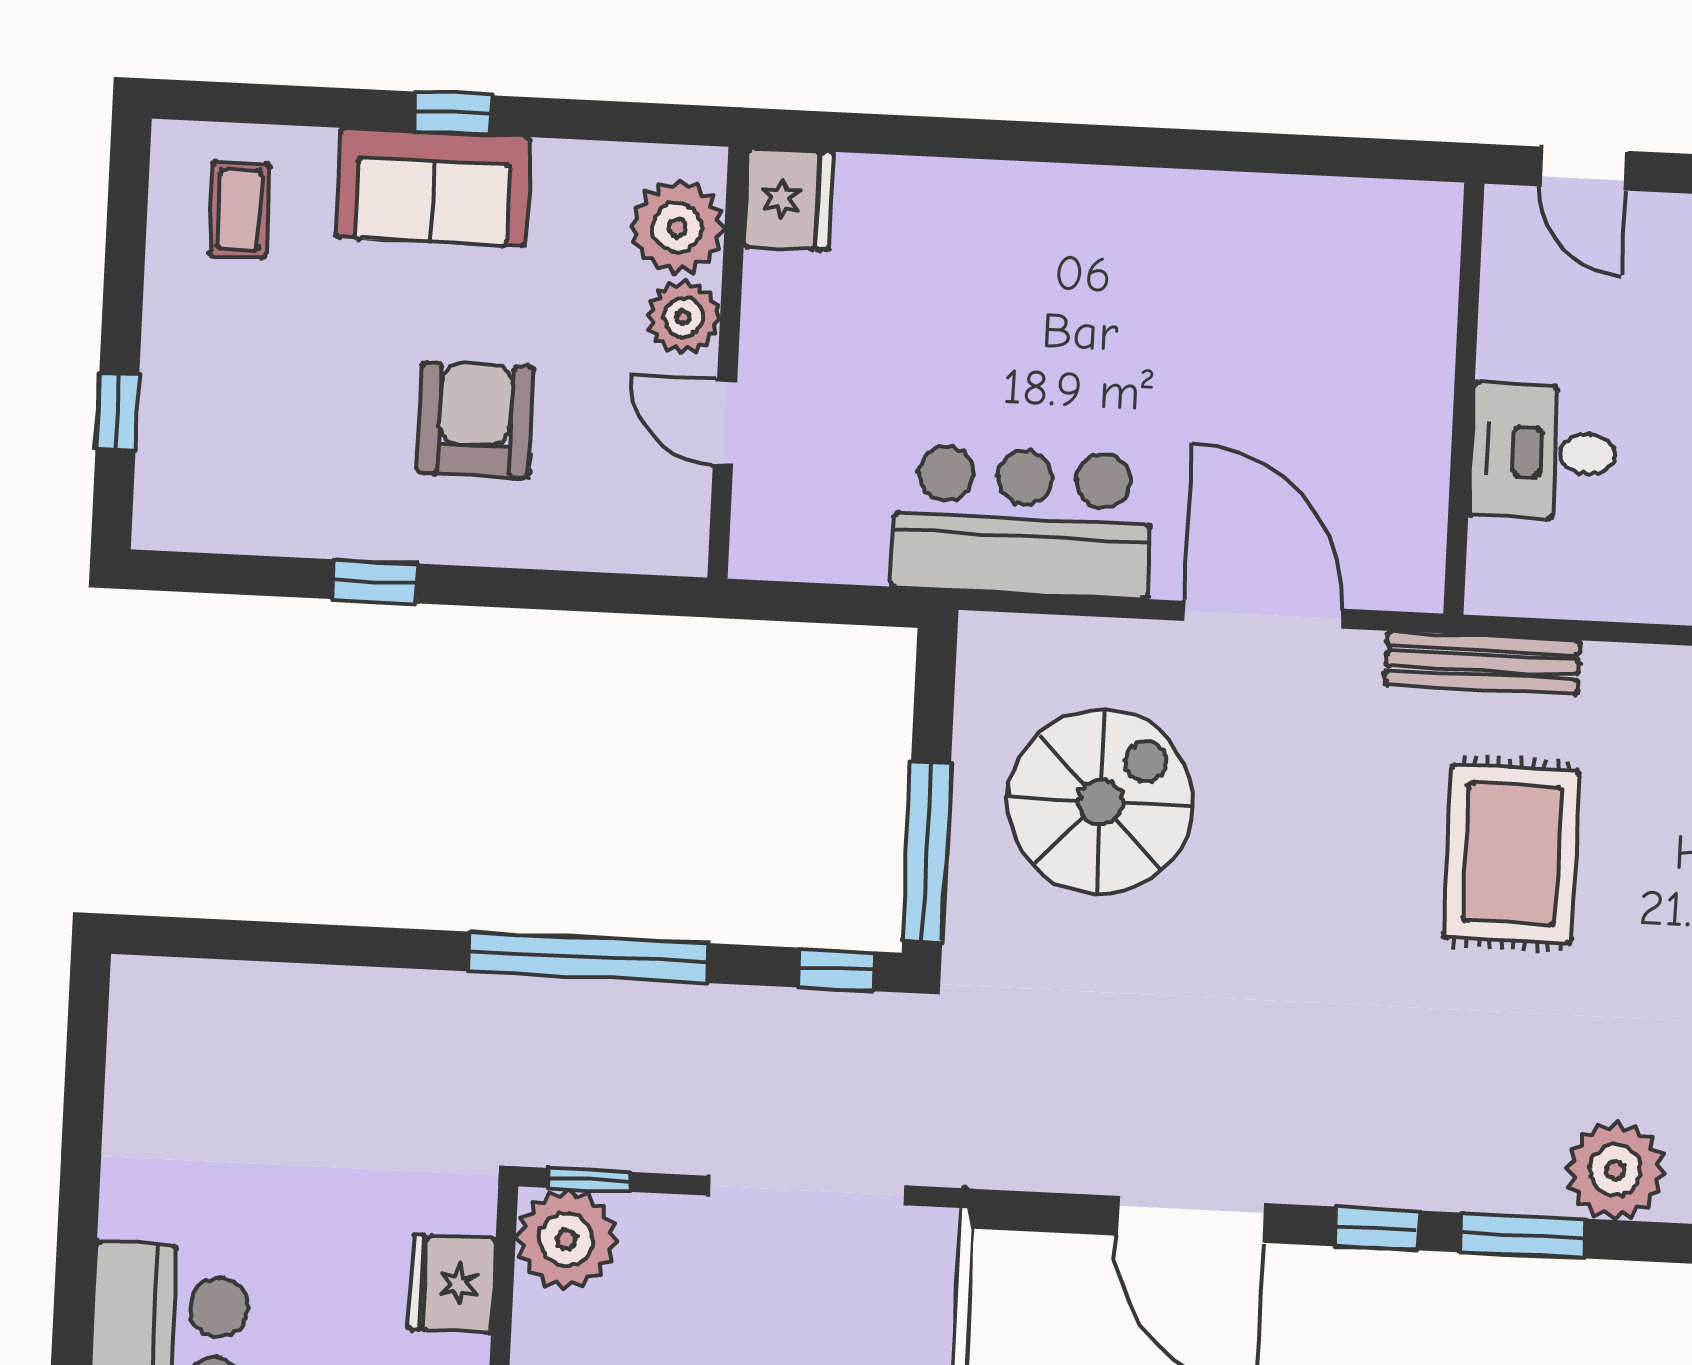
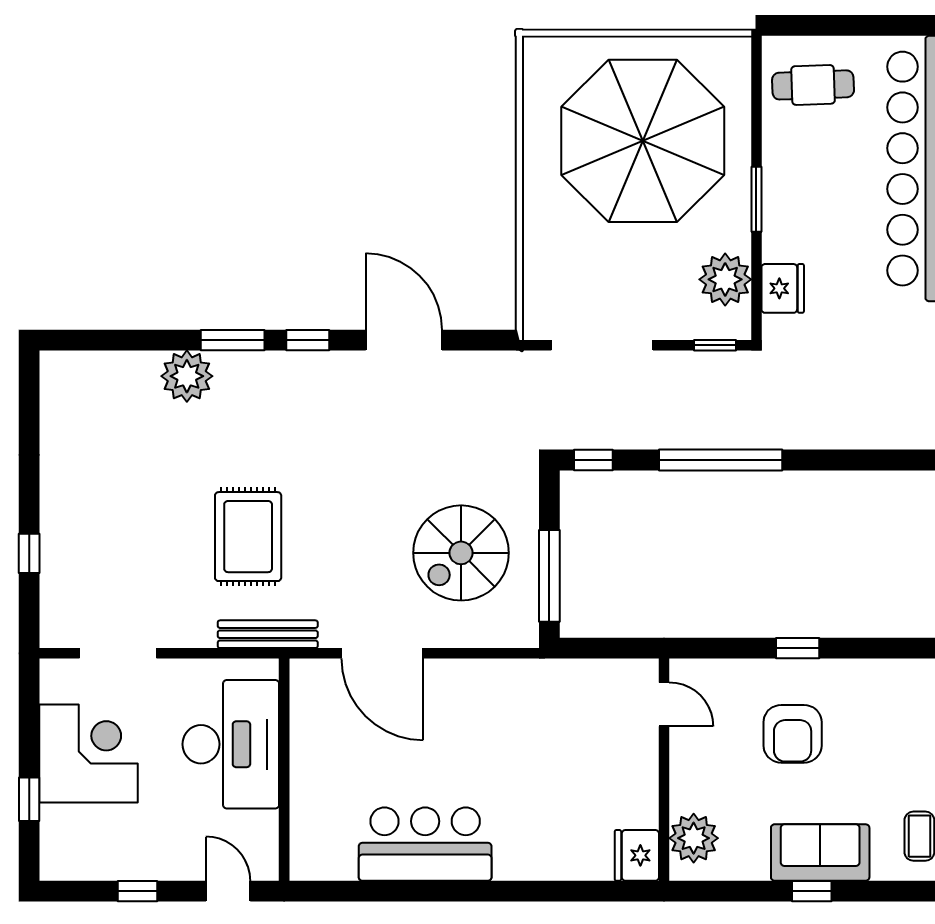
plant: (683, 317) -> (688, 792), removed
door: (725, 423) -> (664, 704), moved
desk: (1543, 452) -> (231, 744), width x1.87, depth x1.30
bar counter: (1023, 522) -> (425, 844), moved, turned 180
window: (376, 581) -> (798, 648), moved
window: (927, 851) -> (549, 576), moved
plant: (566, 1239) -> (725, 279), moved

